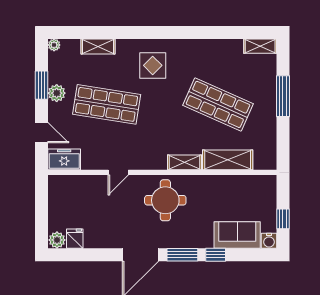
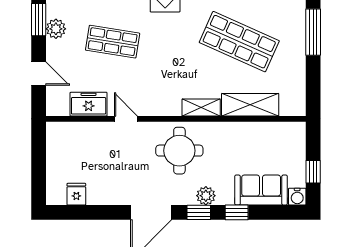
shop shelf: (107, 104) -> (113, 42), width x0.70, depth x0.74
freezer: (64, 159) -> (89, 104), moved
door: (118, 172) -> (126, 119), swing flipped
plant: (57, 240) -> (206, 196), moved
window: (182, 255) -> (199, 212), width x0.67

